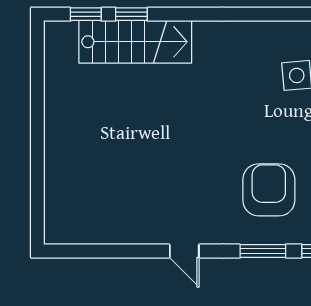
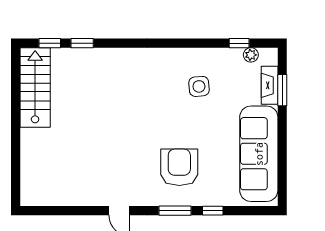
stairs: (135, 42) -> (35, 87), moved, turned -90

